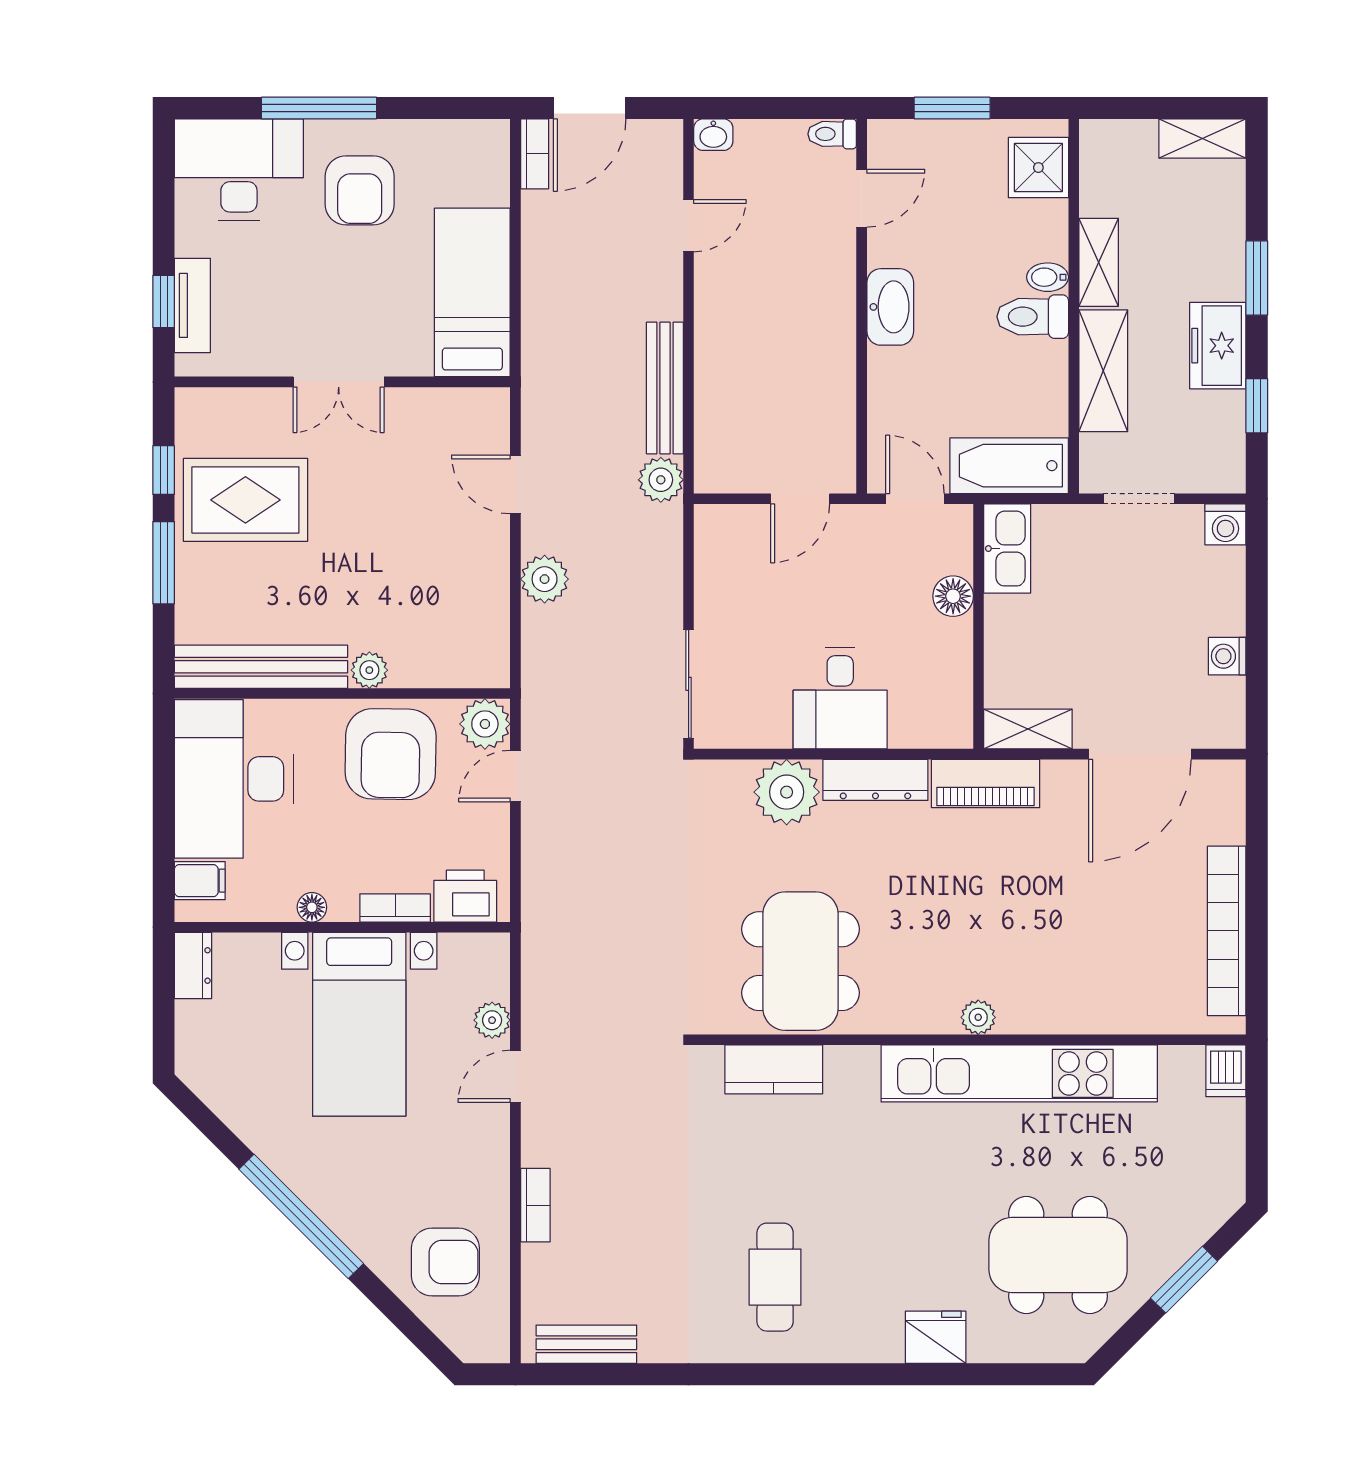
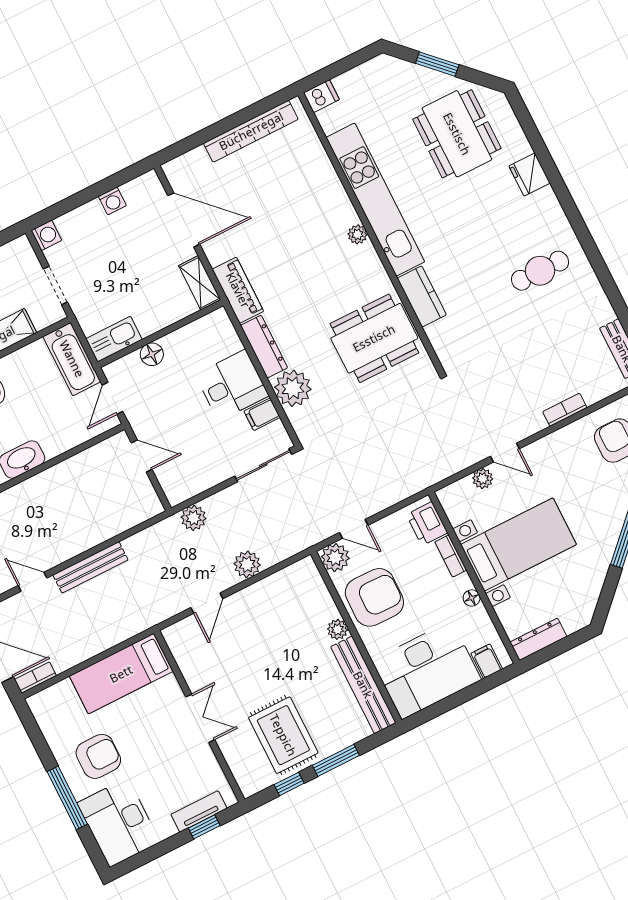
bench: (665, 388) -> (90, 567), moved
plant: (661, 480) -> (194, 518), moved
filing cabinet: (770, 723) -> (262, 414), added
dresser: (193, 965) -> (538, 639), width x1.44
kitchen counter: (774, 1069) -> (422, 297), moved

